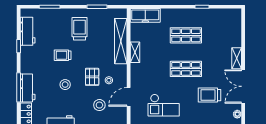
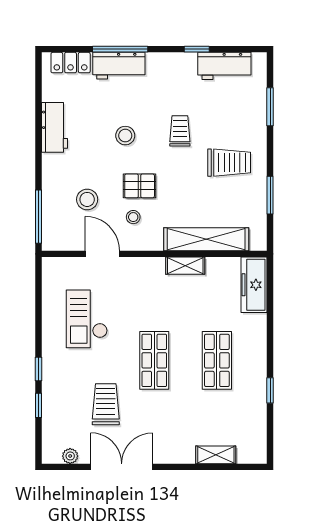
shelving: (237, 58) -> (216, 455), moved

